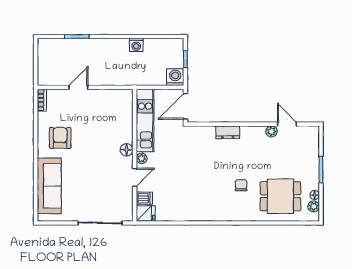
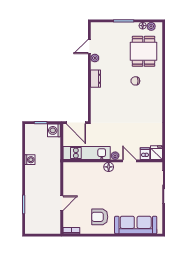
door: (78, 87) -> (62, 203), swing flipped
dresser: (228, 132) -> (96, 79), moved

